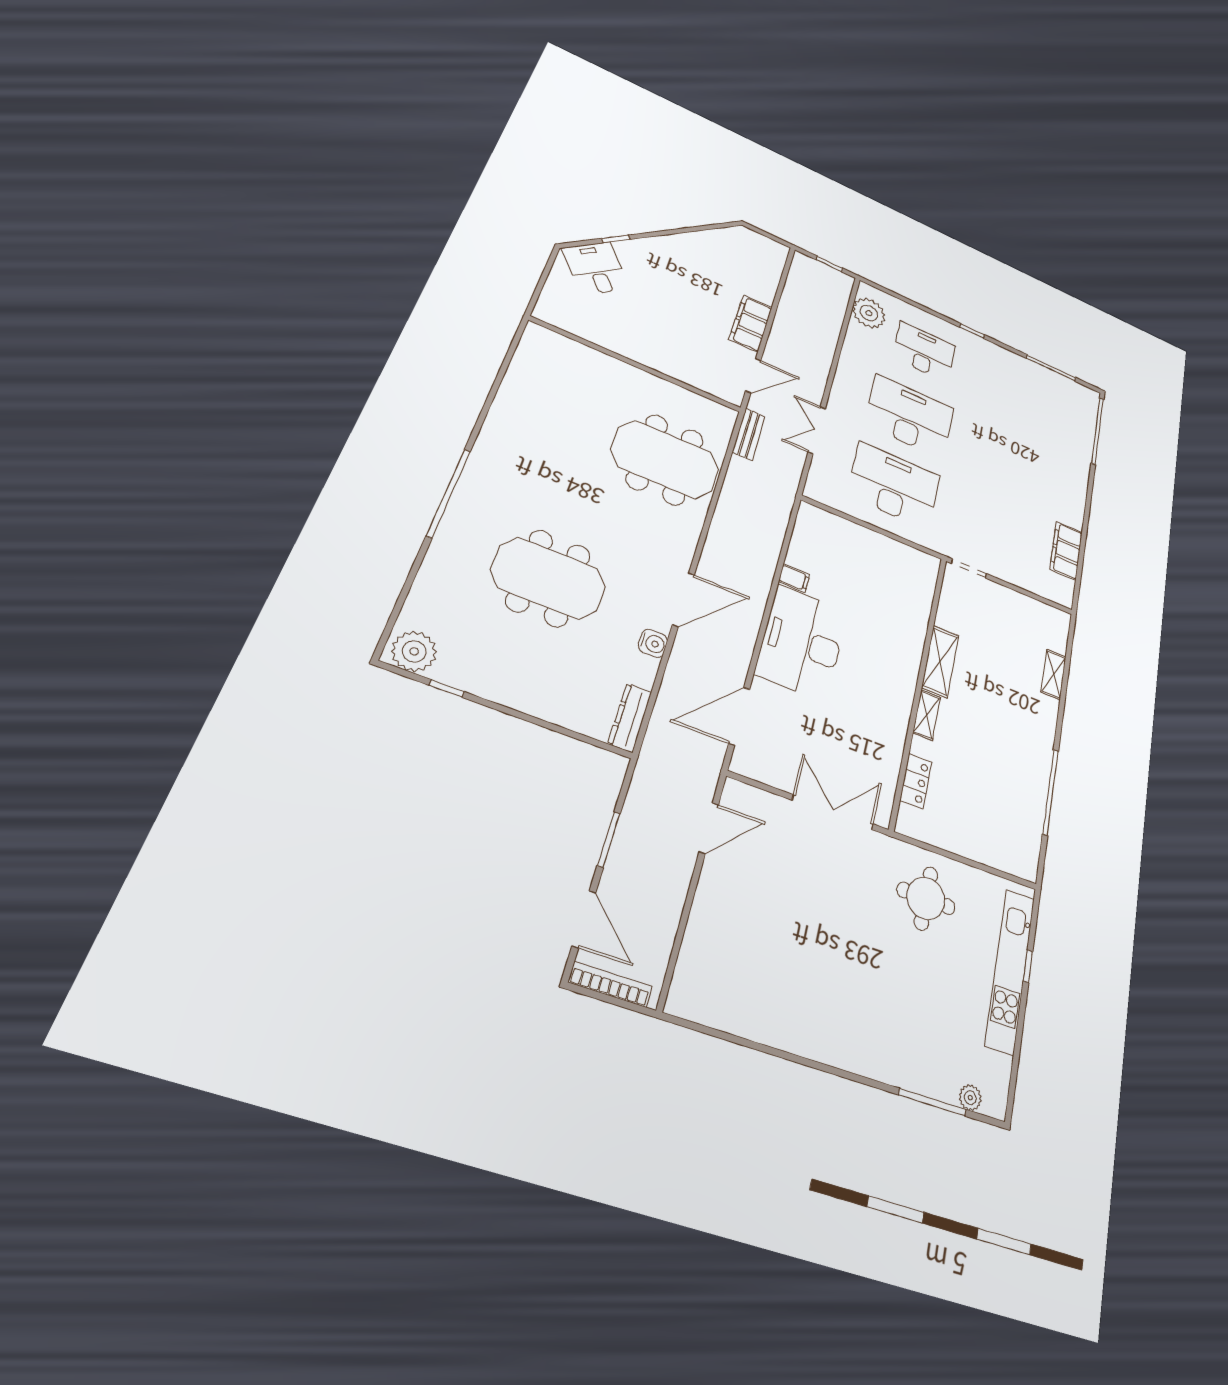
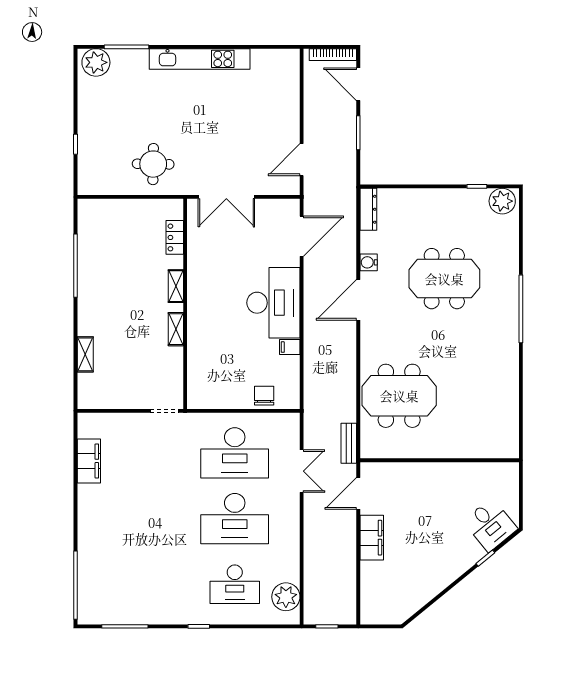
chair: (842, 534) -> (264, 396), added
shelving: (940, 661) -> (176, 329), width x0.67, depth x0.75
kitchen unit: (1010, 971) -> (200, 59), moved, turned 90
plant: (970, 1098) -> (96, 62), width x1.87, depth x1.87

